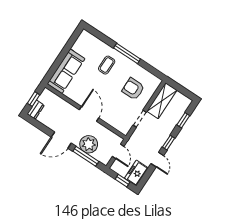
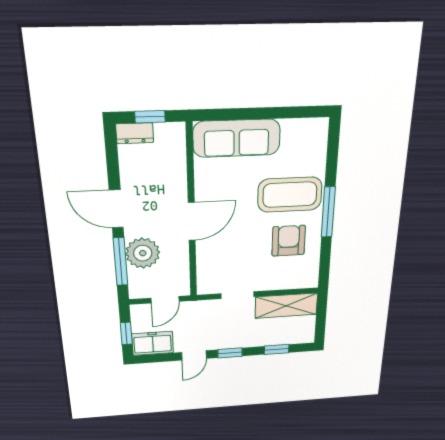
coffee table: (107, 65) -> (290, 195), width x1.86, depth x1.72
armchair: (133, 89) -> (289, 241), moved

